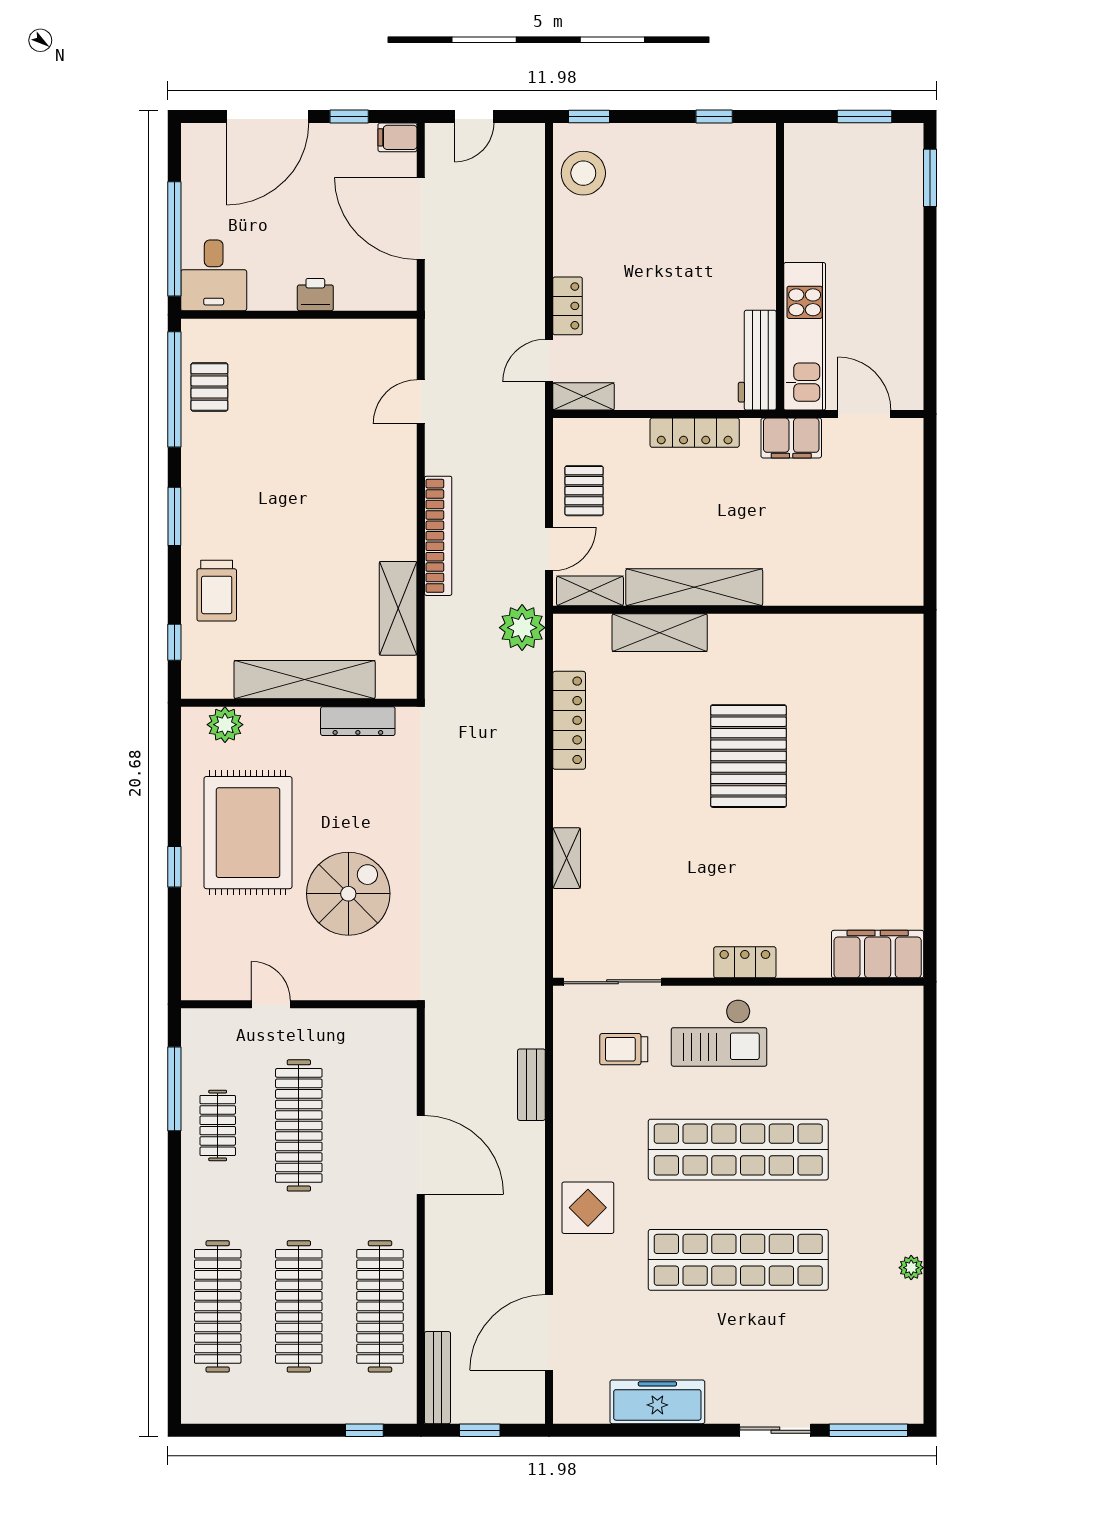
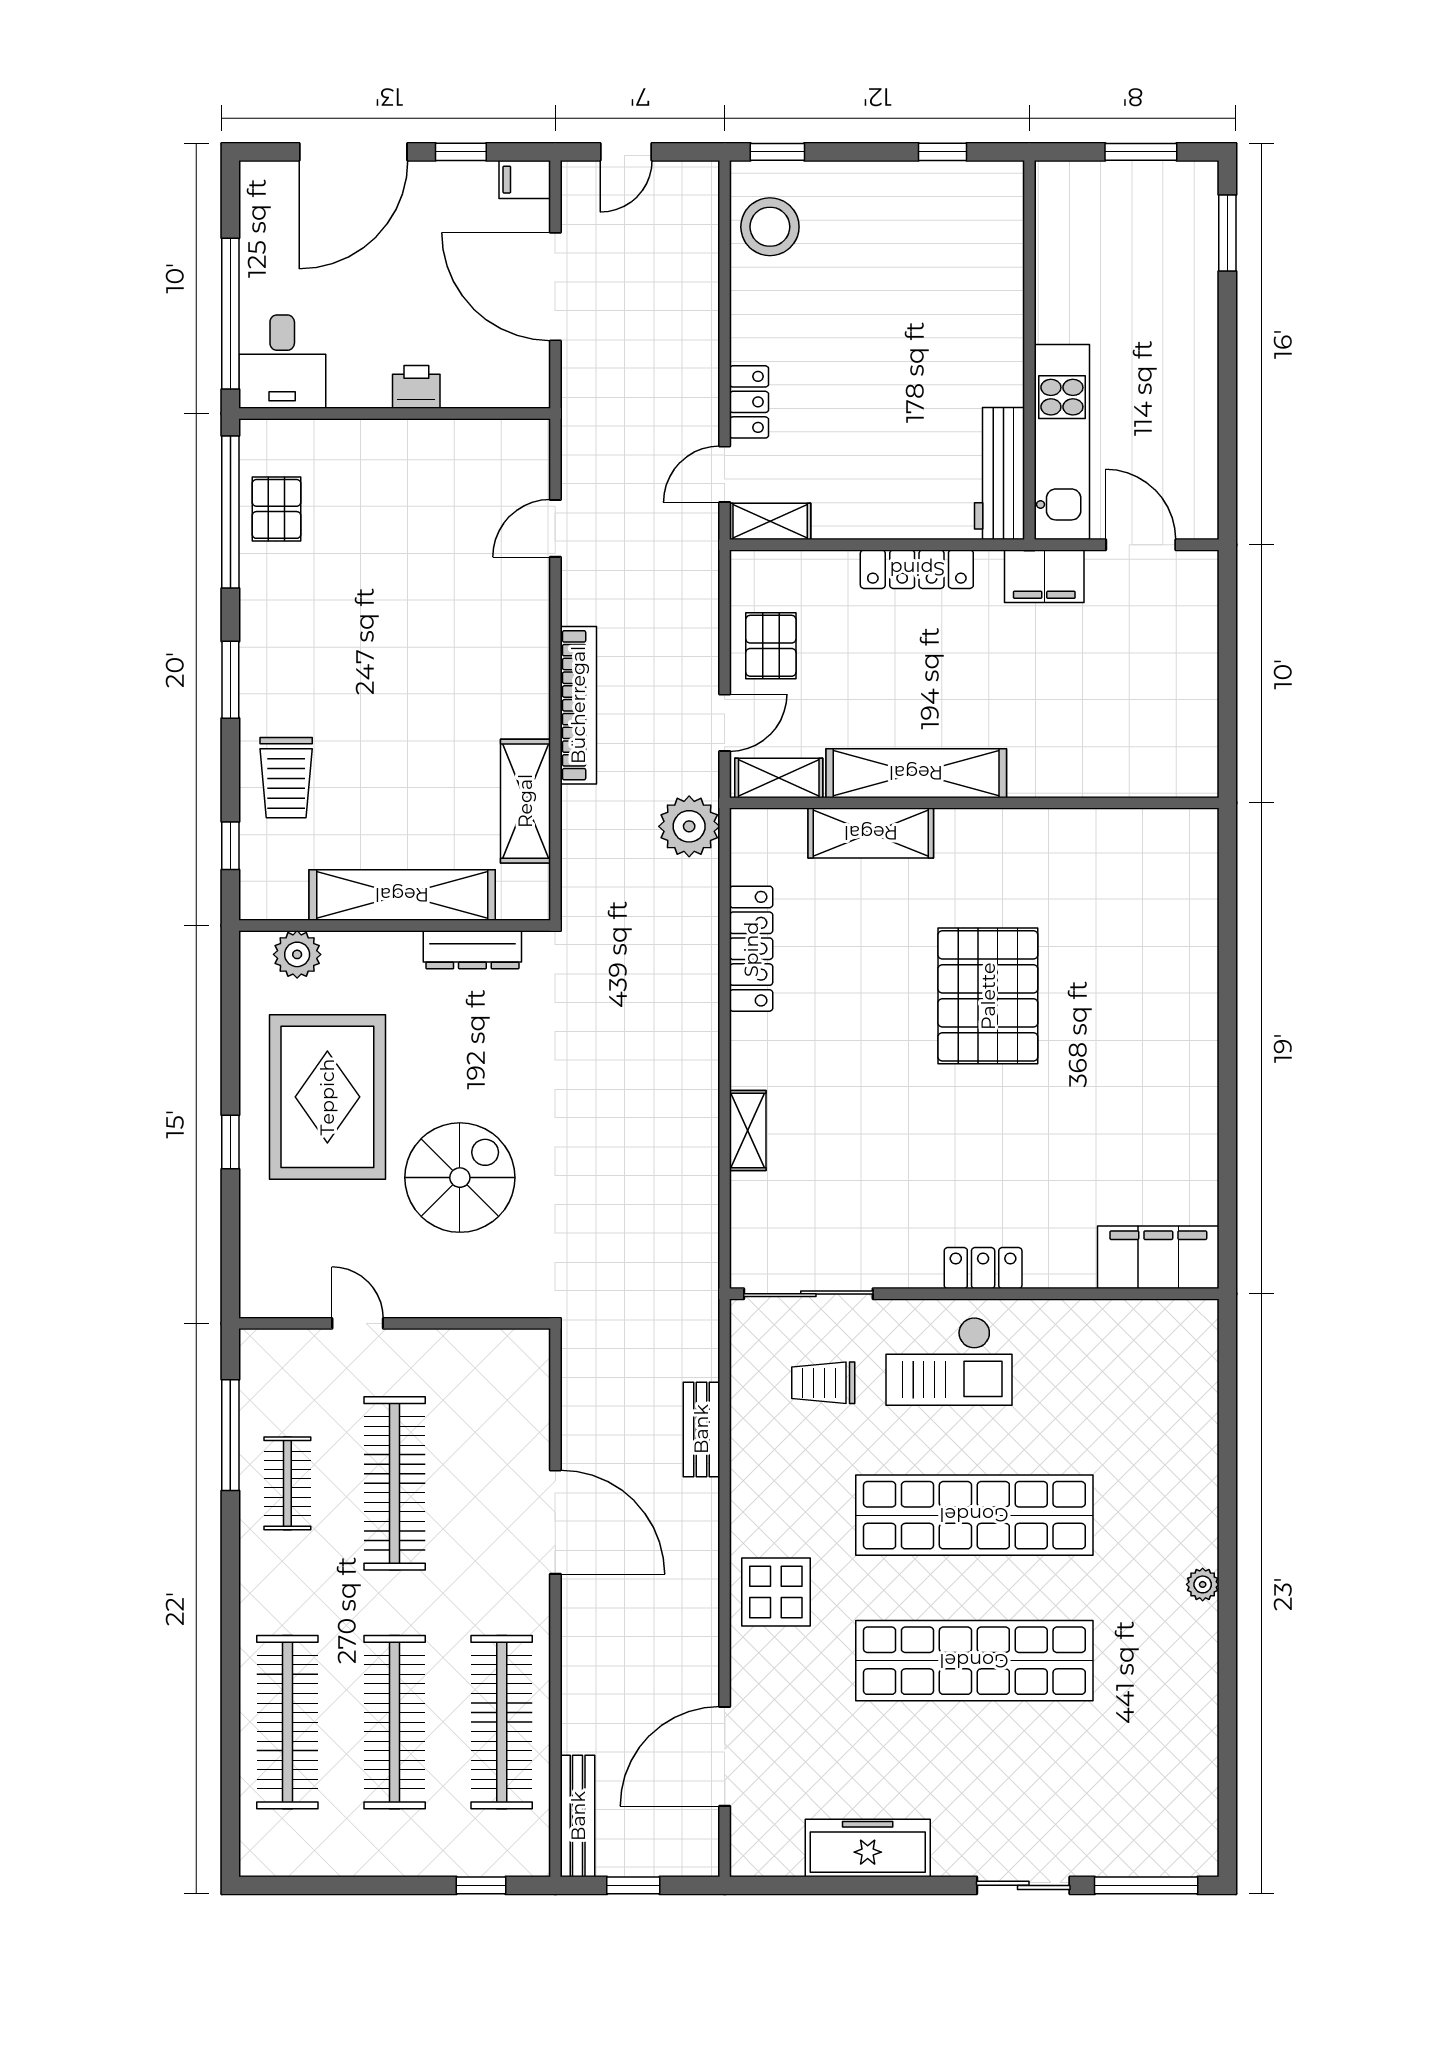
plant: (911, 1268) -> (1203, 1584), moved

